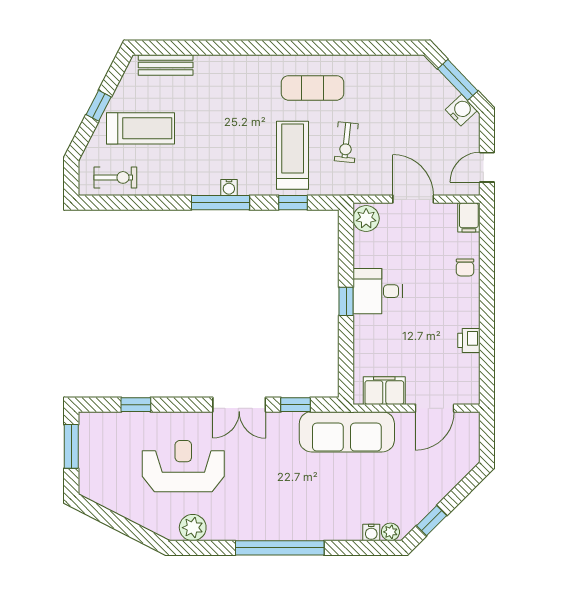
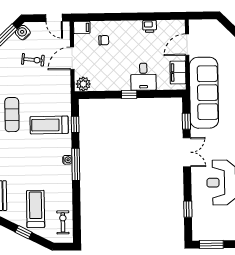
exercise bike: (346, 142) -> (33, 60), moved
chair: (465, 267) -> (104, 40), moved
desk: (378, 291) -> (143, 77), moved
door: (435, 408) -> (187, 45), swing flipped
sofa: (347, 432) -> (204, 93), width x1.36, depth x1.27

